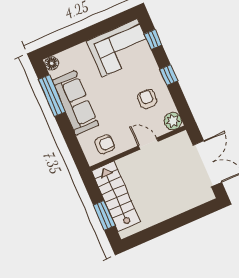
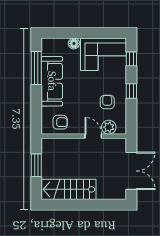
floor lamp: (52, 63) -> (74, 43), moved
plant: (173, 121) -> (109, 127), moved
stairs: (116, 196) -> (69, 189), moved, turned -90
window: (104, 215) -> (36, 165), moved

